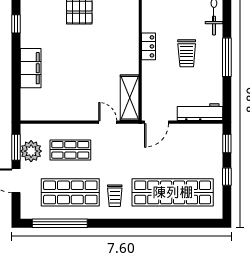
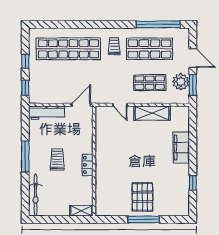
shelving: (130, 98) -> (152, 113), moved, turned 90

